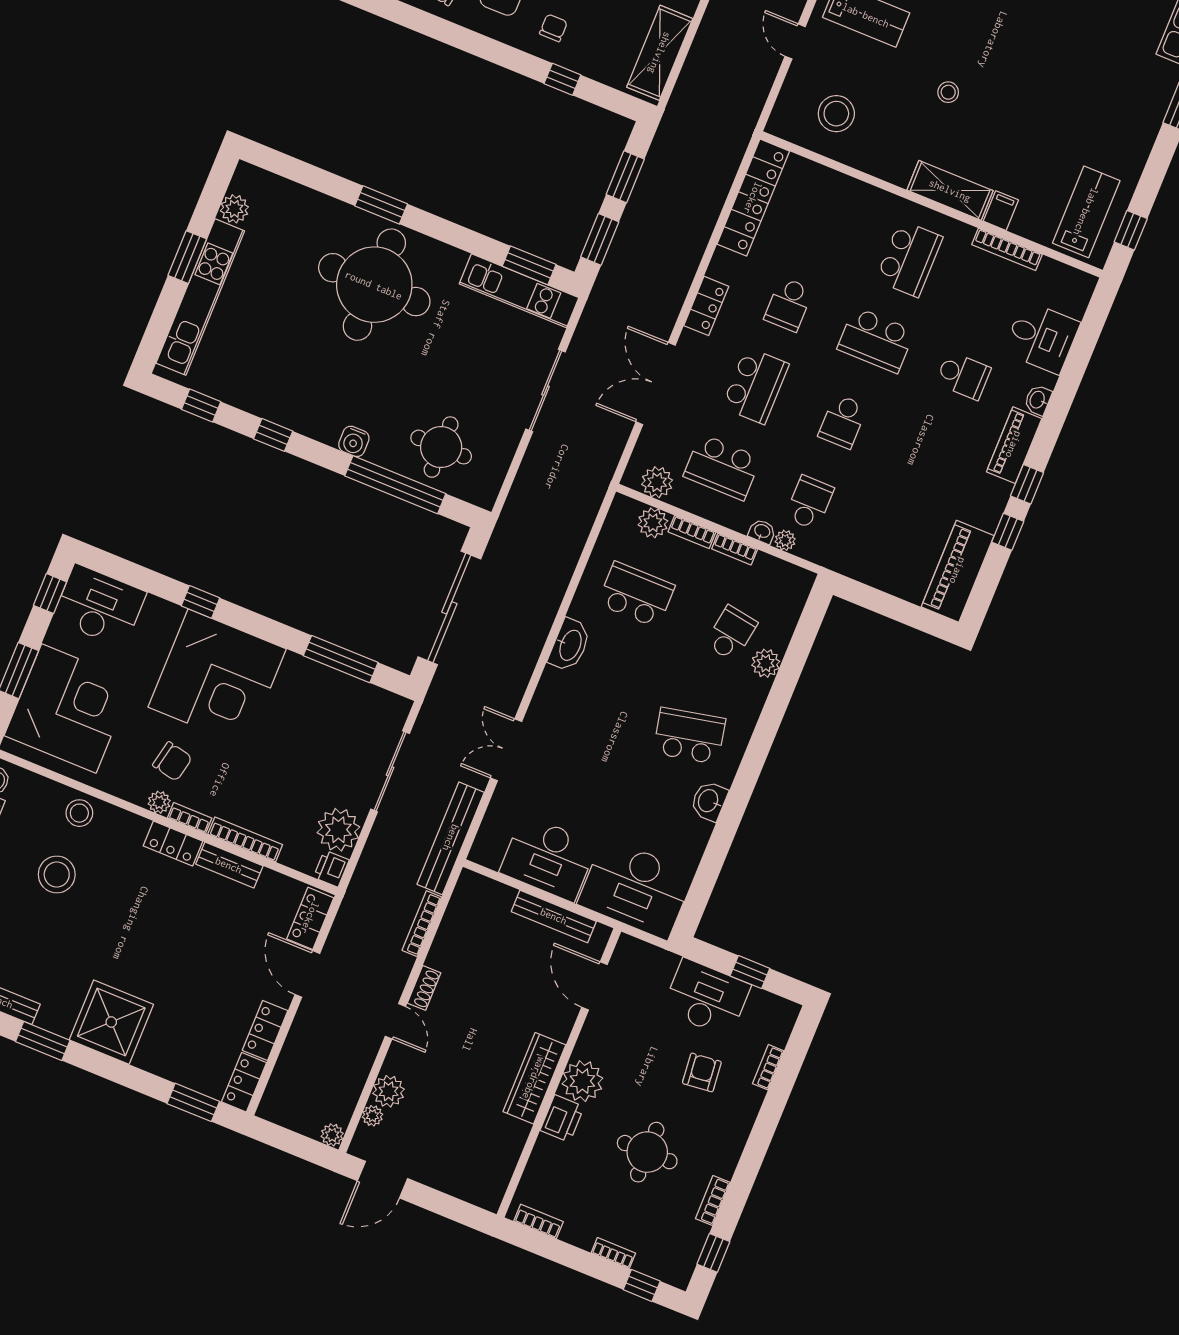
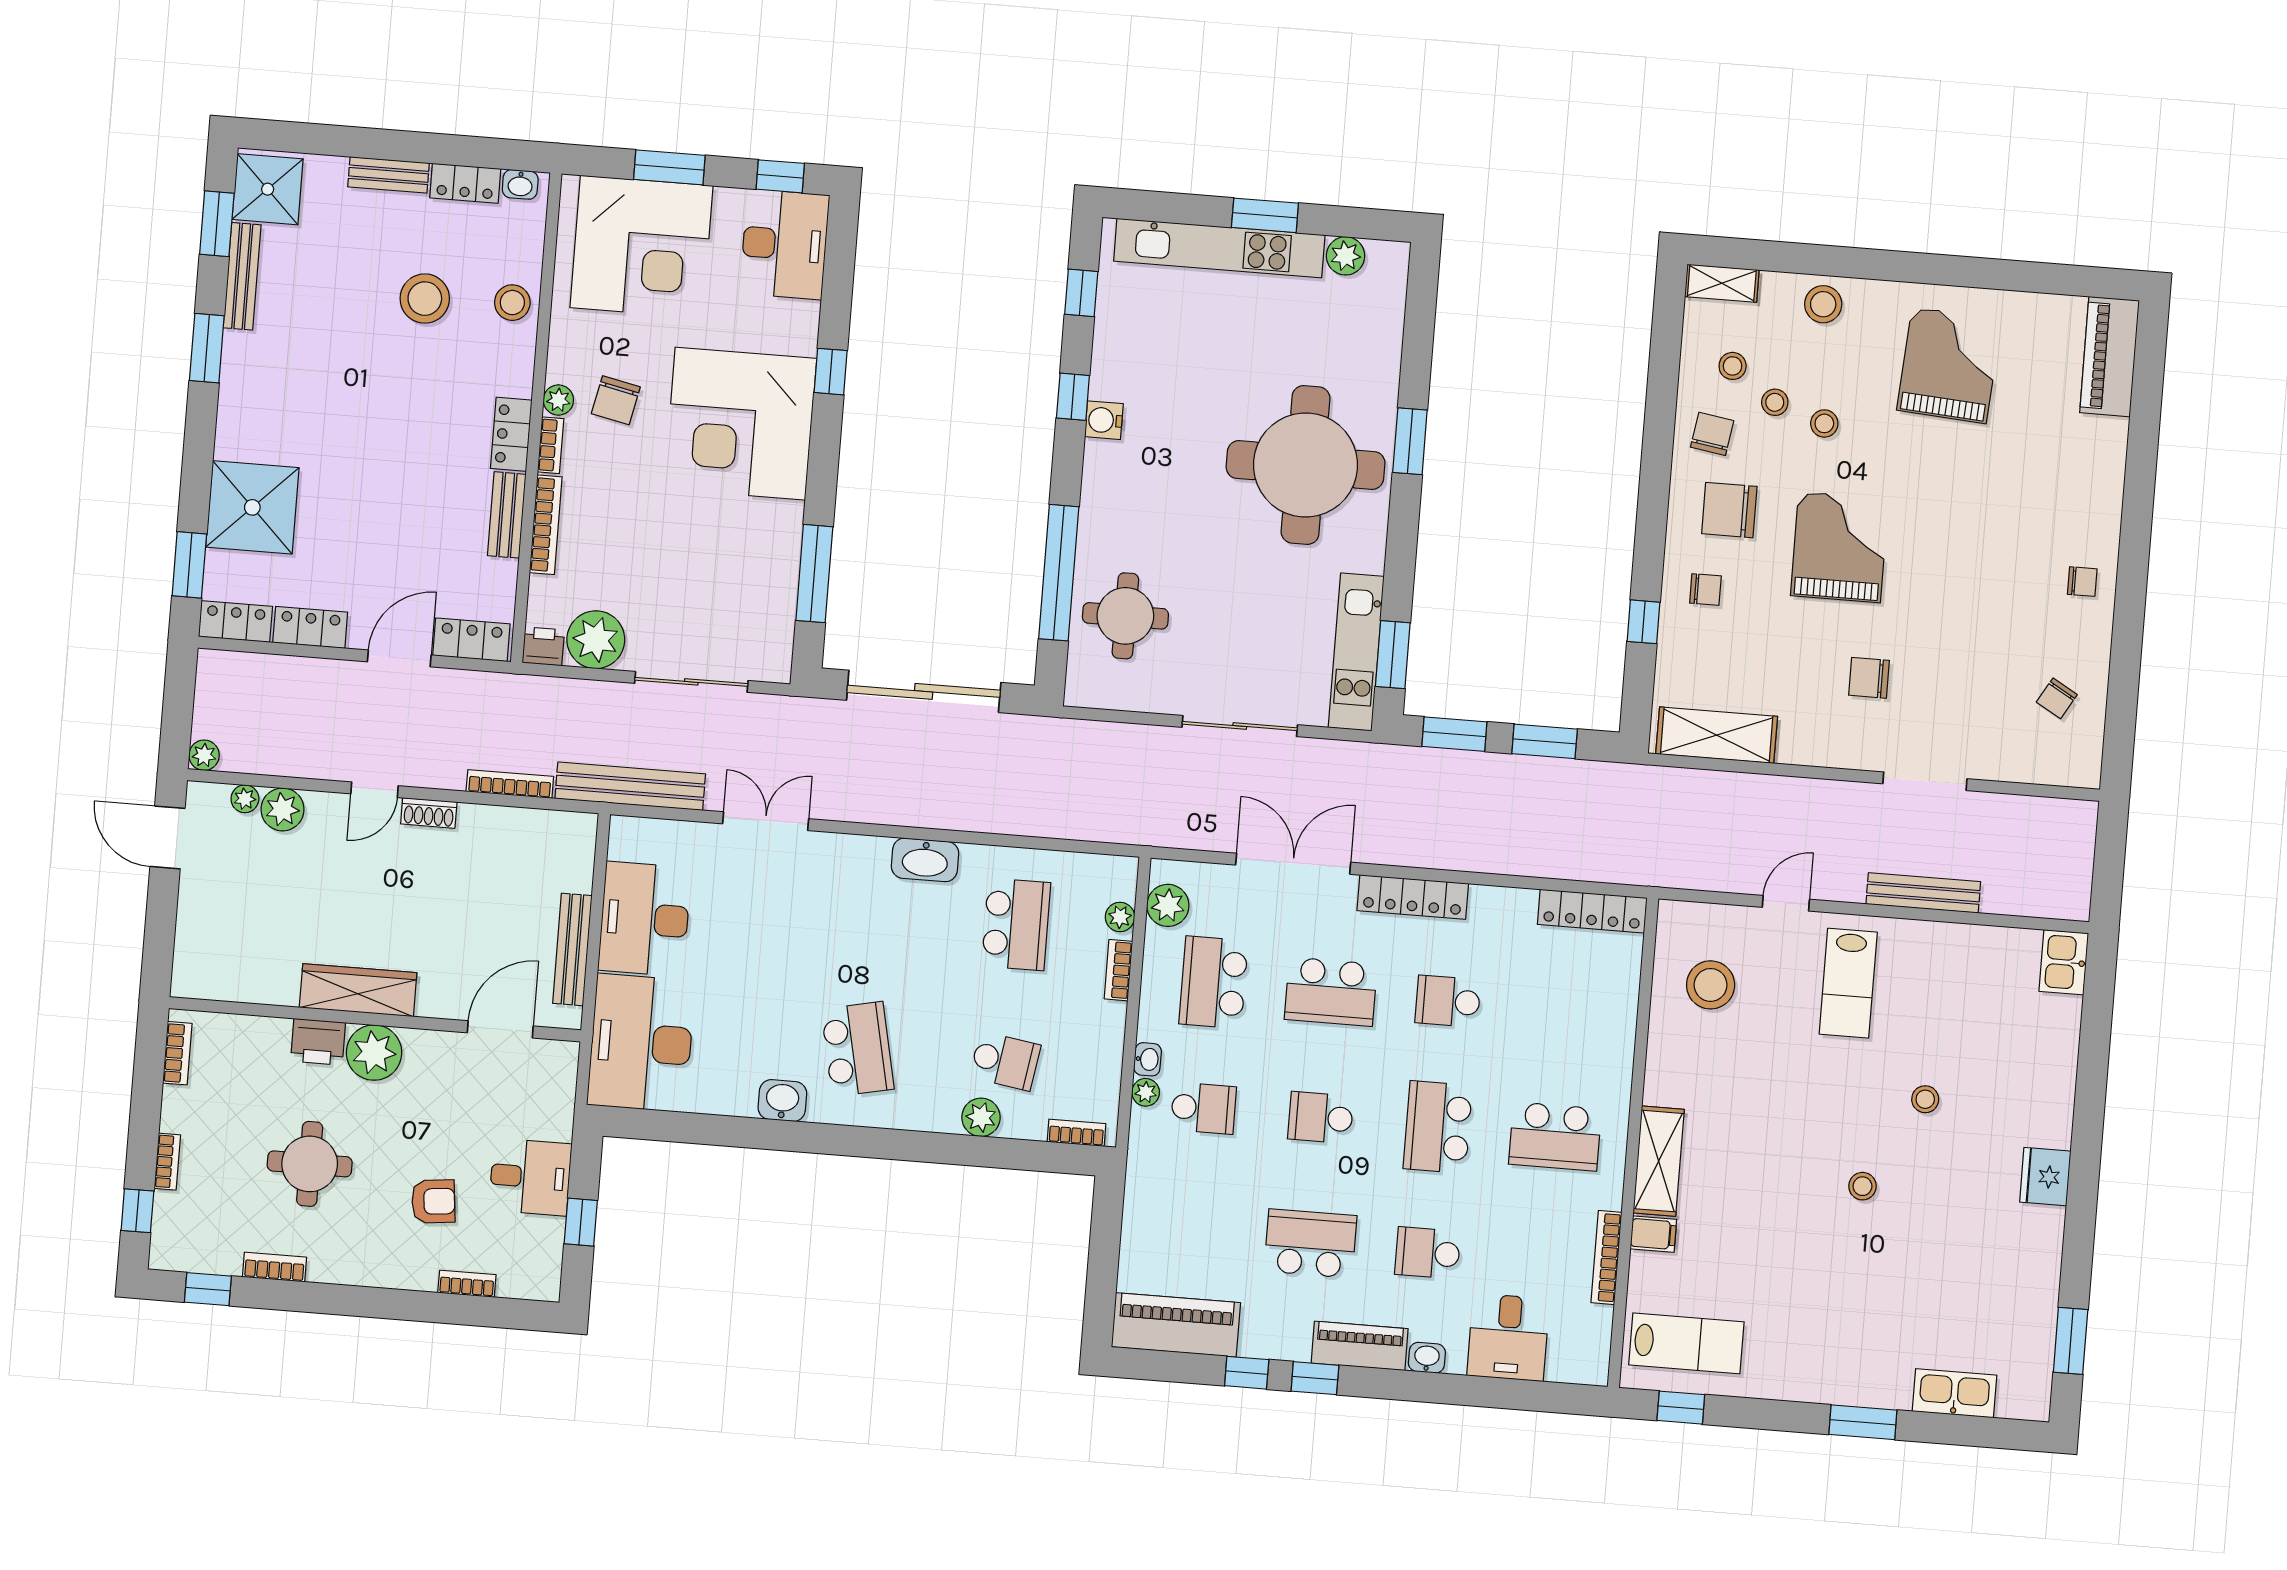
stool: (948, 92) -> (1862, 1186), moved
locker: (753, 198) -> (1592, 911), width x0.71, depth x0.83
locker: (706, 306) -> (1413, 897), width x1.53
school desk: (963, 376) -> (1428, 1253), turned 90
water cooler: (354, 441) -> (1104, 420), moved
school desk: (930, 457) -> (1310, 1243), added
plant: (653, 523) -> (1120, 917), width x0.73, depth x0.73
bookcase: (735, 549) -> (1076, 1133), moved, turned 90
desk: (706, 998) -> (530, 1177), width x0.73
shower: (111, 1022) -> (252, 507), moved

